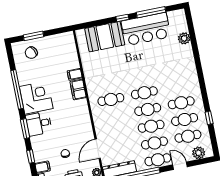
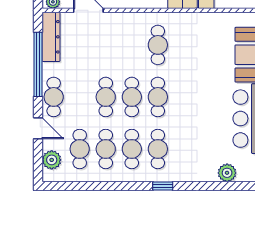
window: (209, 118) -> (163, 186), moved
cafe table: (154, 143) -> (158, 149), moved
door: (180, 166) -> (38, 128), hinge flipped

